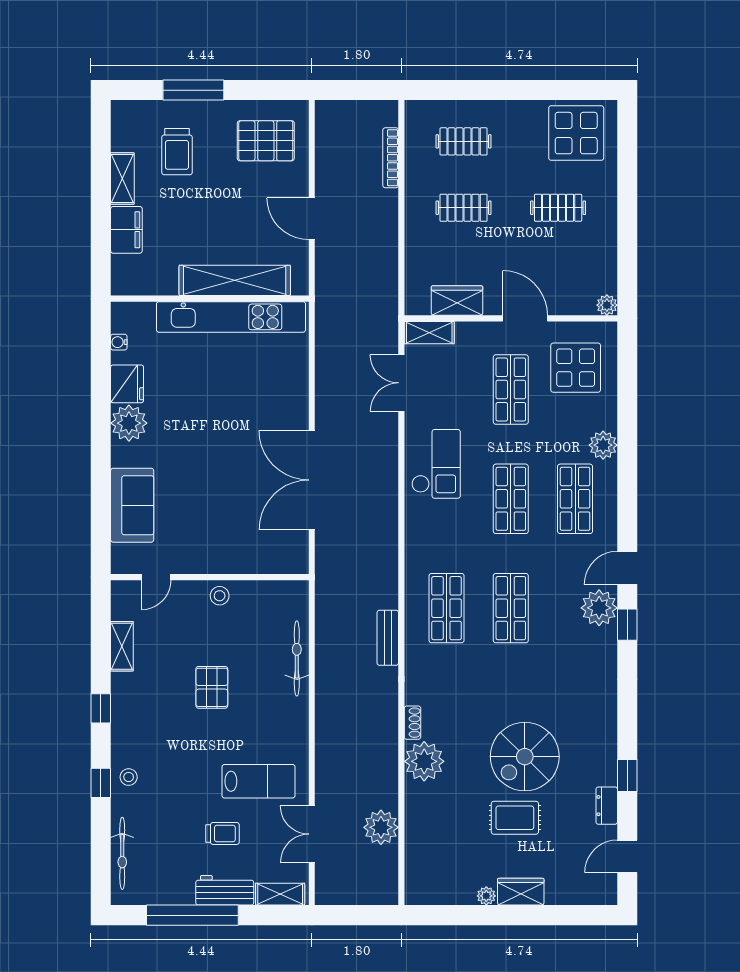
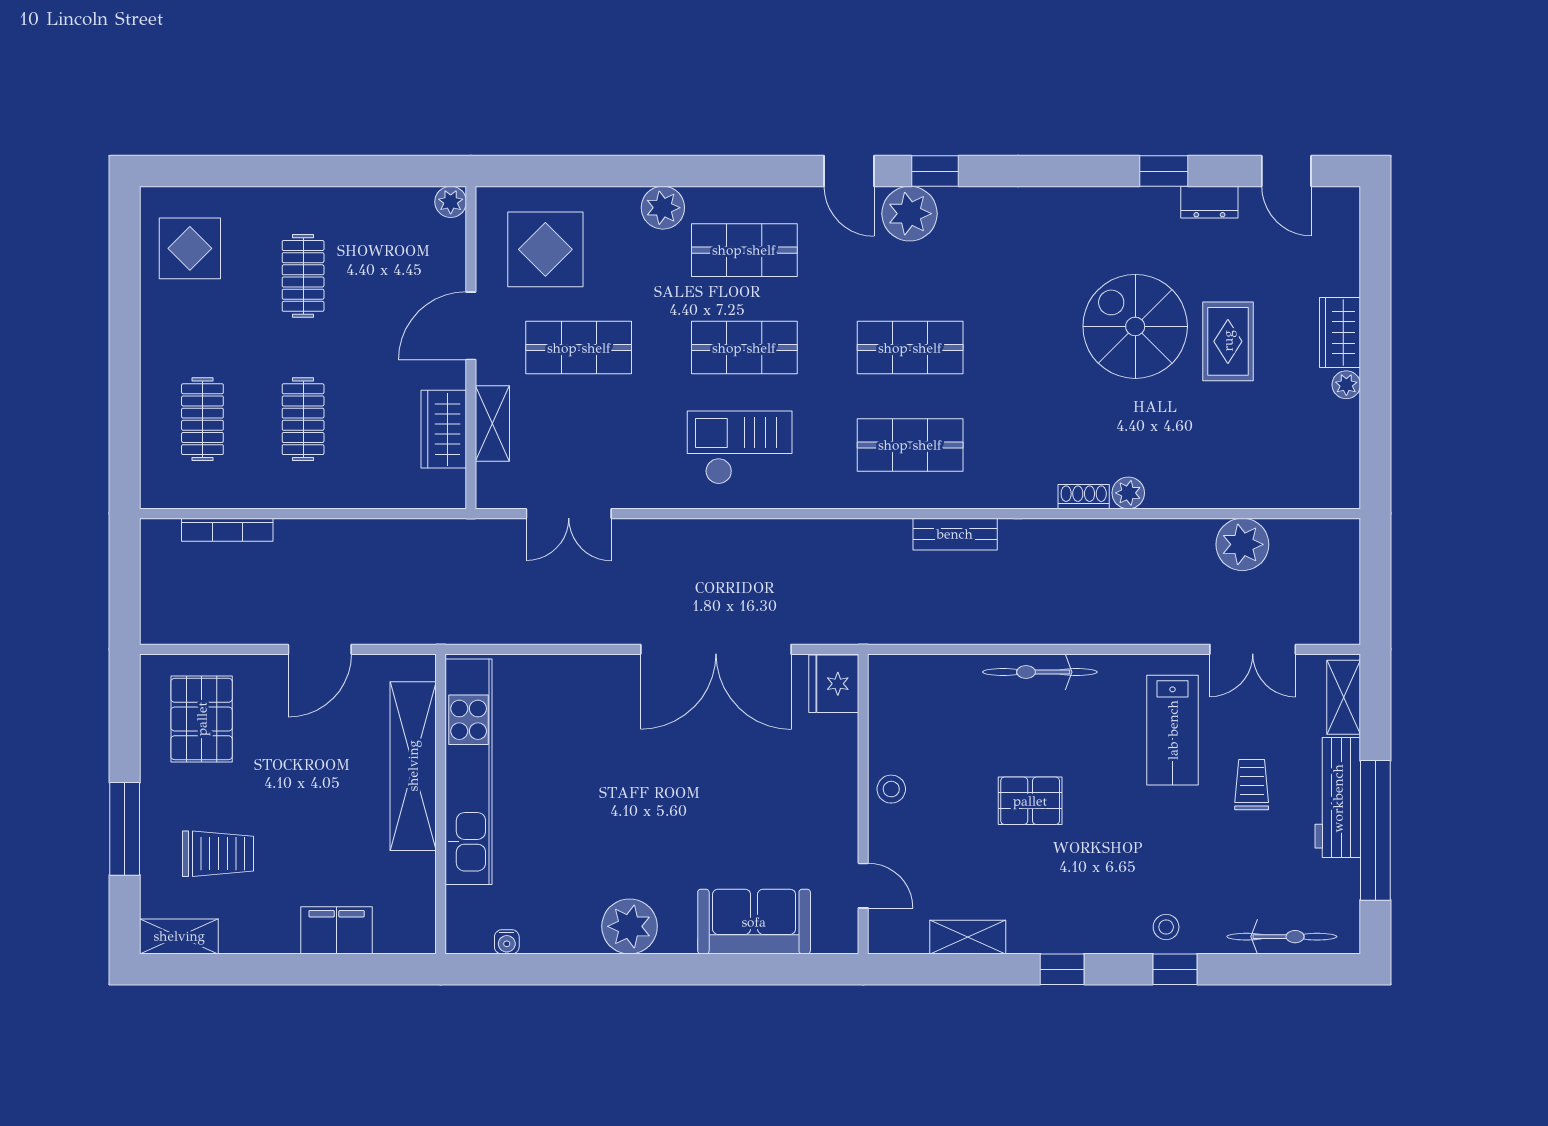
display table: (576, 133) -> (190, 248), width x0.73, depth x0.73
shelving: (122, 178) -> (179, 936), moved
shelving: (429, 333) -> (492, 423), moved
fridge: (127, 384) -> (834, 684), moved, turned -90
checkout: (436, 464) -> (740, 448), moved
bicycle: (297, 658) -> (1040, 672), moved
spiral stairs: (525, 757) -> (1135, 326), turned 180
plant: (424, 761) -> (1128, 493), width x0.53, depth x0.53
lab bench: (259, 781) -> (1173, 730), turned 180
workbench: (225, 890) -> (1338, 798), width x1.37

